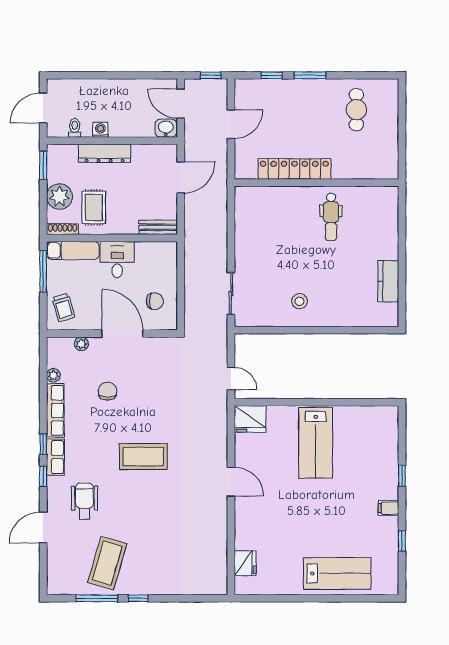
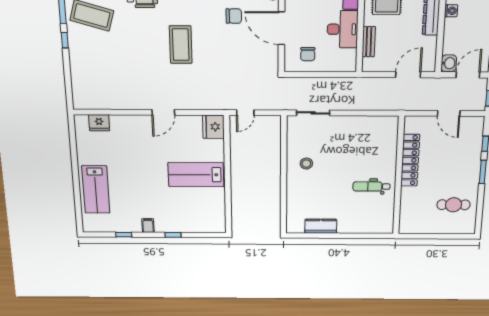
door: (181, 177) -> (408, 75), swing flipped
bench: (158, 227) -> (369, 42), moved
desk: (117, 259) -> (343, 29), width x1.37
door: (122, 333) -> (282, 28), swing flipped

